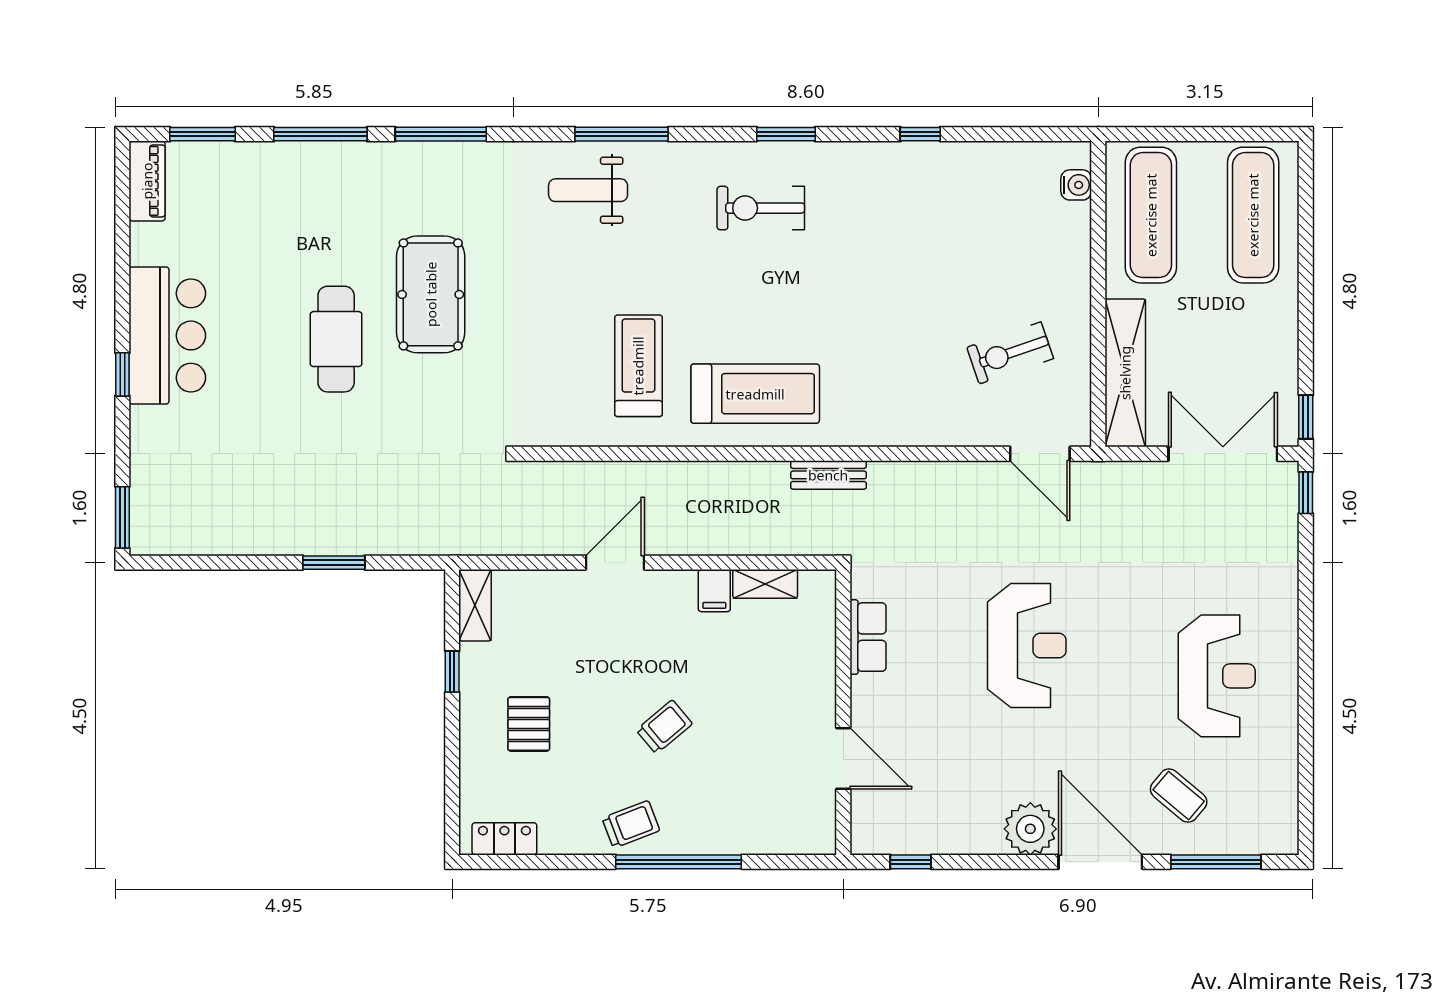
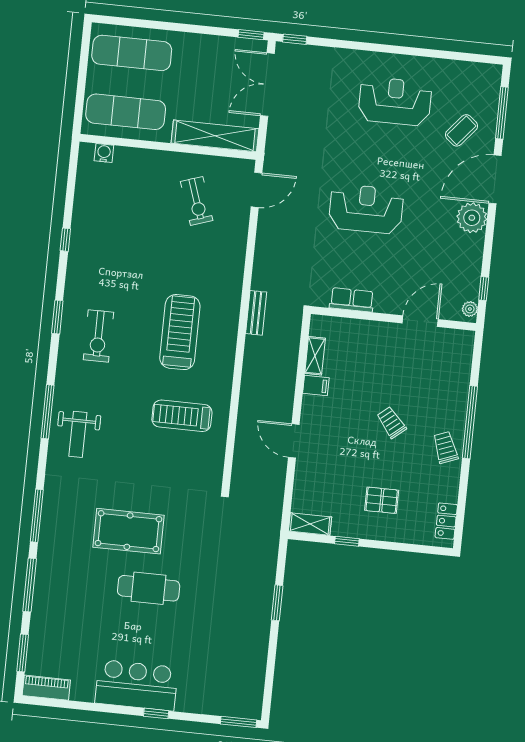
treadmill: (755, 394) -> (180, 332), moved
plant: (873, 842) -> (470, 309), added

